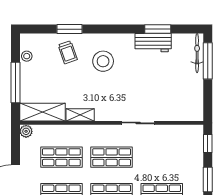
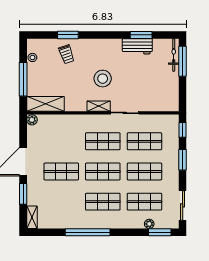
stool: (103, 61) -> (103, 79), moved
shelving: (80, 115) -> (99, 106), moved
shop shelf: (61, 157) -> (144, 141), moved

